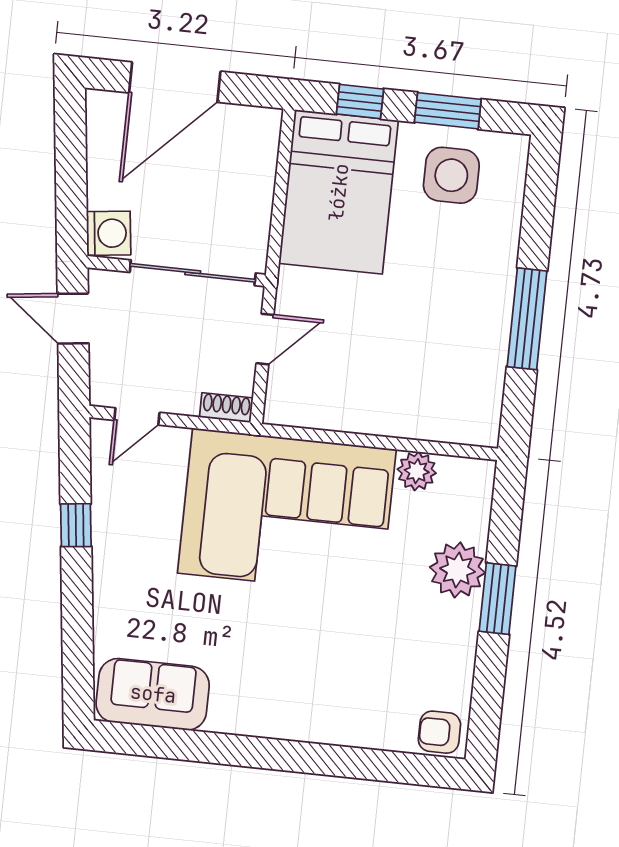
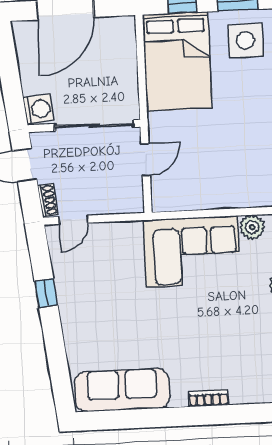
shoe rack: (226, 408) -> (48, 200), moved, turned 83
corner sofa: (287, 511) -> (192, 251), width x0.73, depth x0.74
sofa: (153, 694) -> (122, 390), width x1.36
bookcase: (306, 730) -> (208, 398), added

